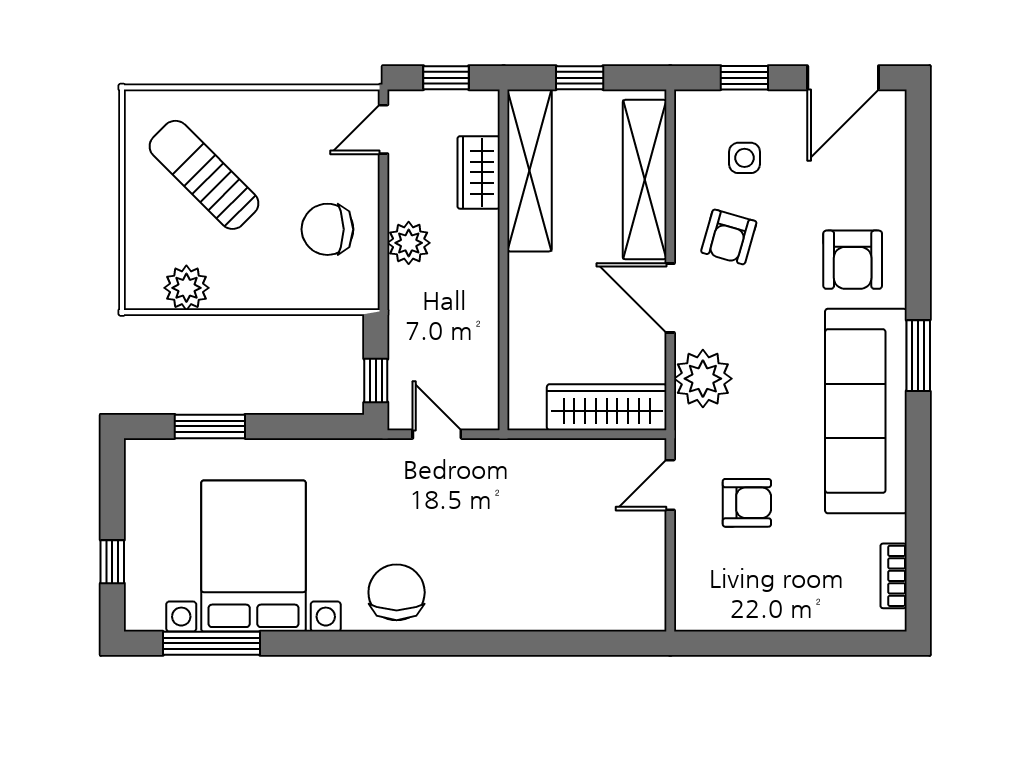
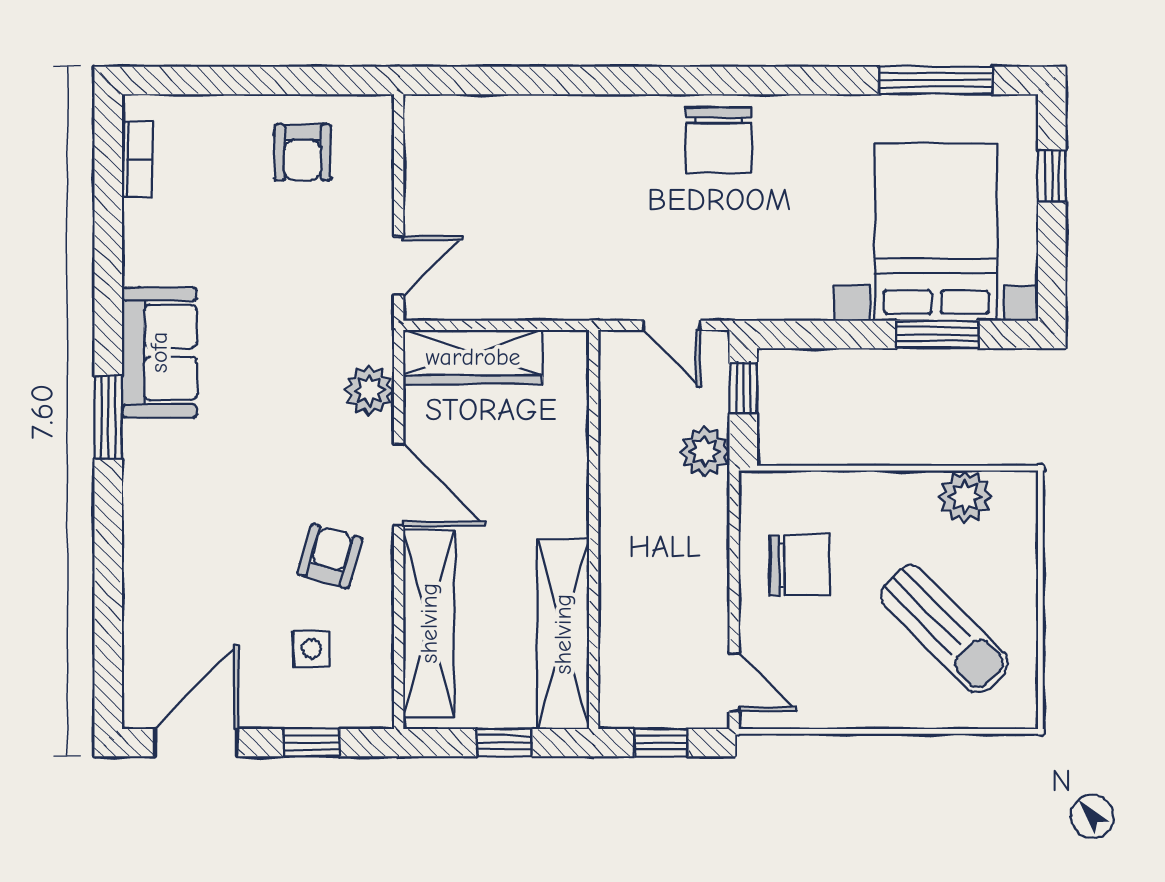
door: (384, 129) -> (734, 682), hinge flipped
wardrobe: (479, 172) -> (623, 632), removed
plant: (409, 243) -> (705, 451), moved
armchair: (853, 260) -> (185, 530), removed
plant: (703, 379) -> (369, 390), width x0.73, depth x0.73
sofa: (866, 411) -> (159, 352), width x0.54, depth x0.79
armchair: (747, 503) -> (303, 152), moved, turned -90
bed with nightstands: (253, 556) -> (936, 232), moved, turned 180

